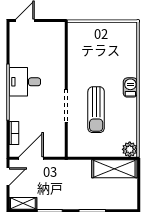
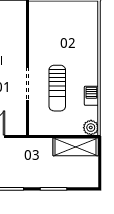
barbecue: (130, 87) -> (91, 96), moved

